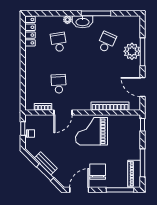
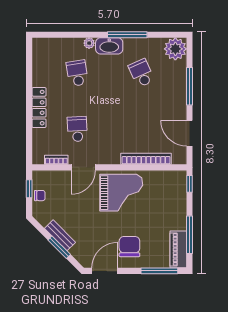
locker: (30, 31) -> (39, 108), moved
school desk: (107, 42) -> (141, 73), turned -48
plant: (132, 51) -> (175, 49), moved
grand piano: (91, 131) -> (121, 193), turned 180

